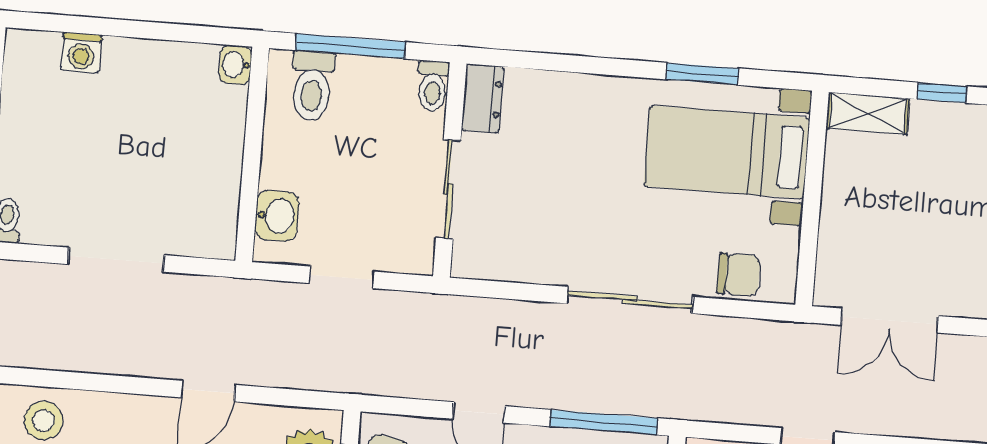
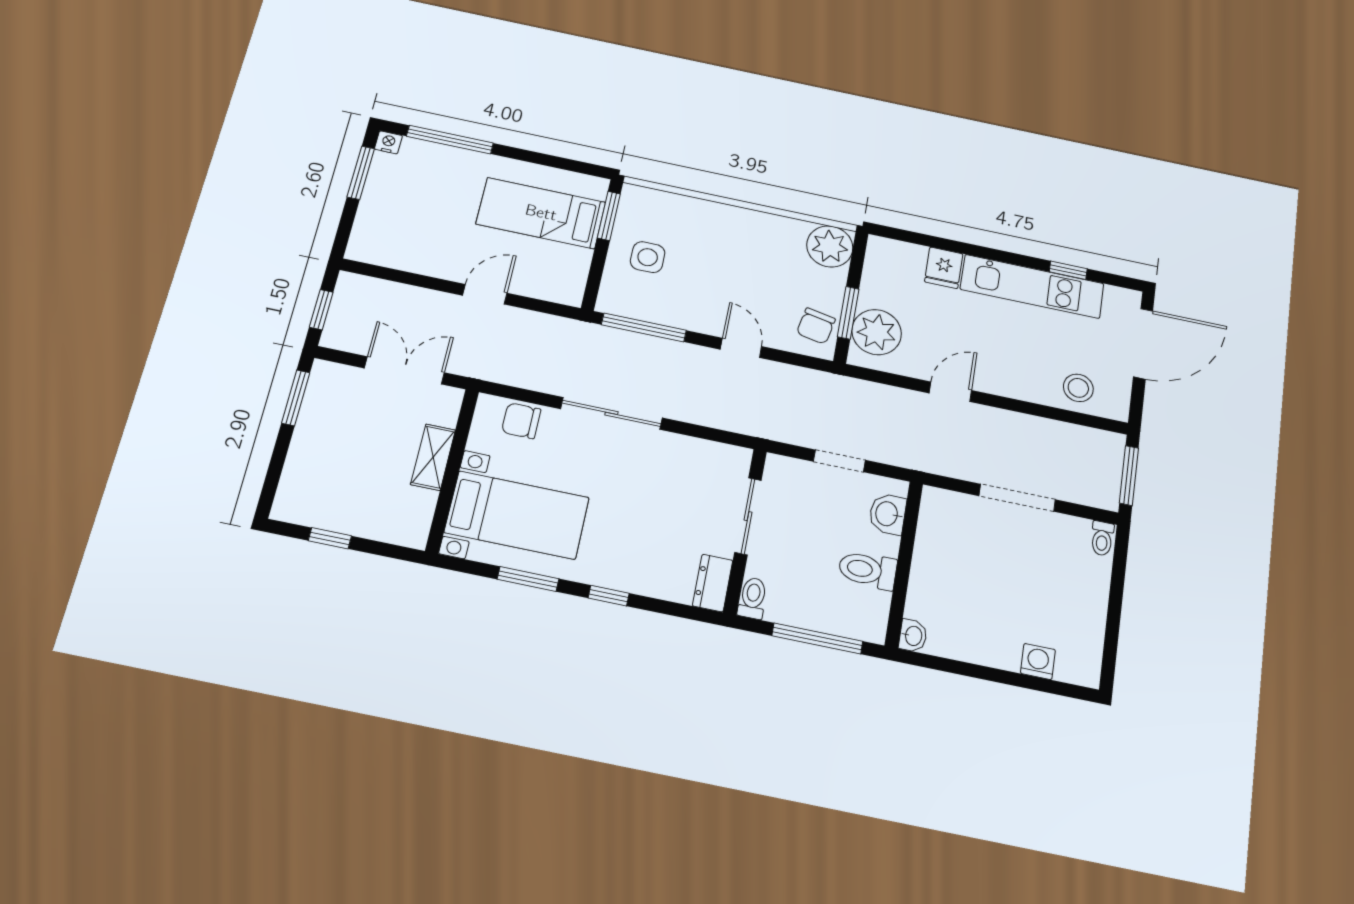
window: (605, 66) -> (609, 596), added
toilet: (312, 86) -> (868, 570), moved, turned -90
shelving: (868, 113) -> (433, 457), moved, turned 90

